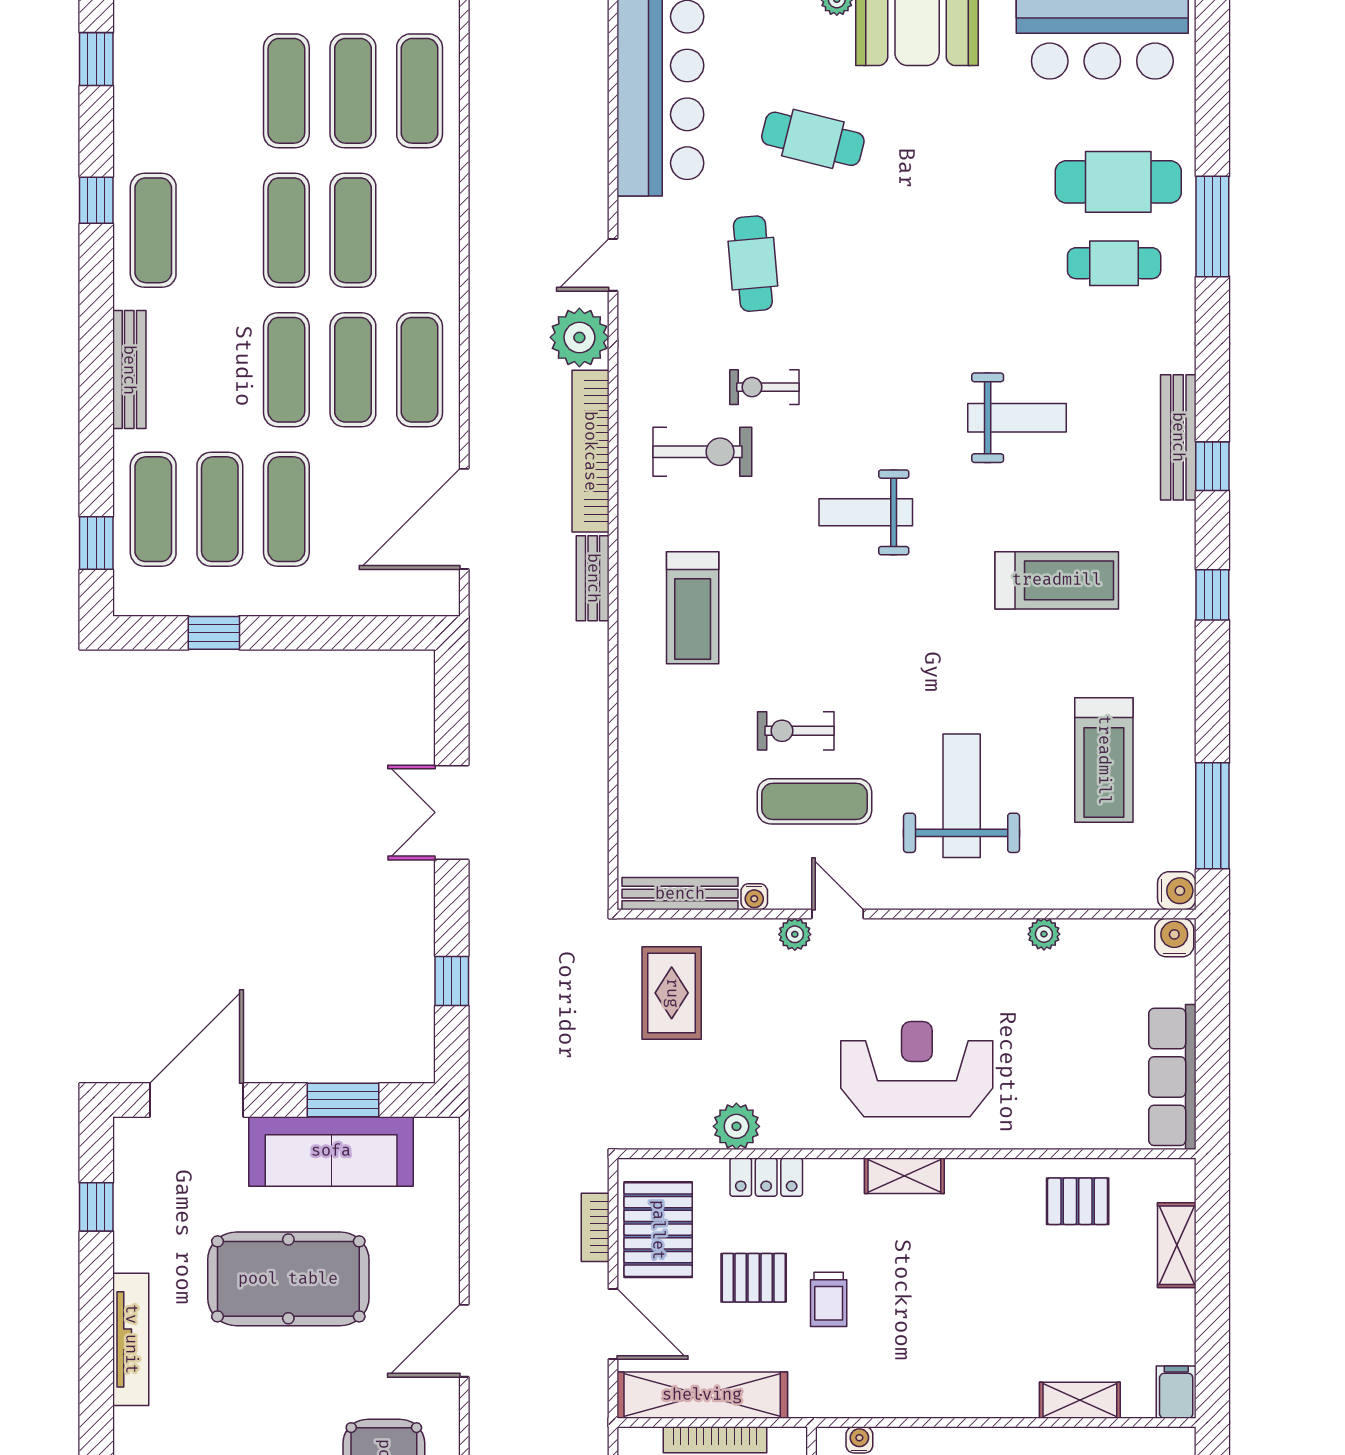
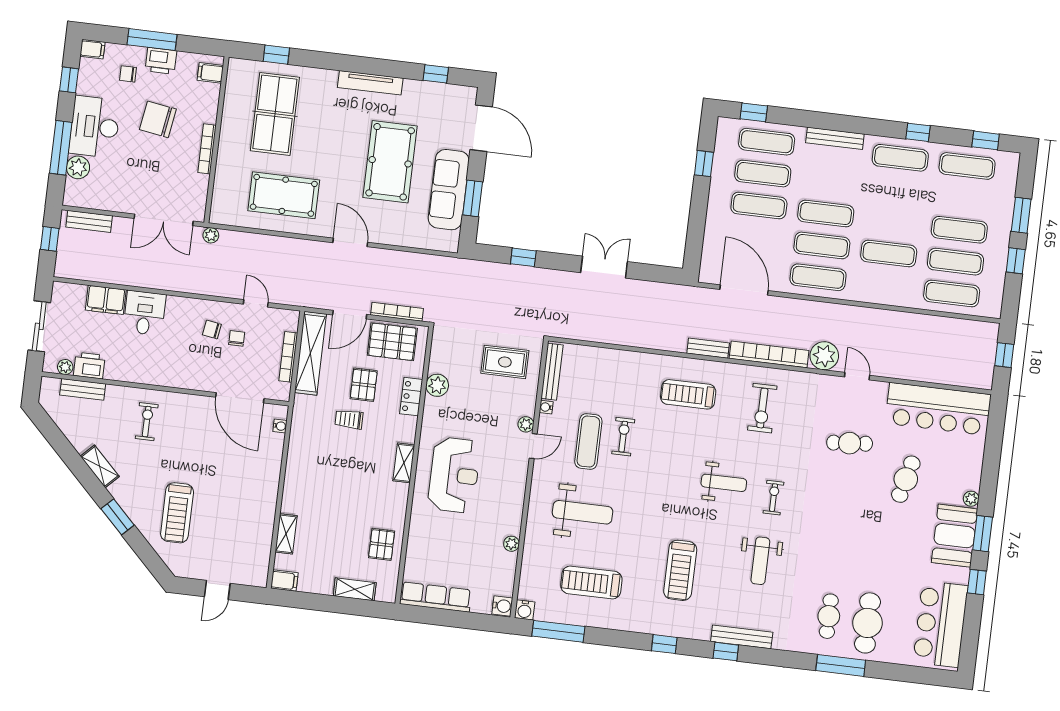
exercise mat: (286, 230) -> (967, 166), moved
exercise bike: (764, 387) -> (773, 498), moved
weight bench: (866, 512) -> (724, 483), turned 90
bookcase: (595, 1227) -> (397, 312), width x1.56

